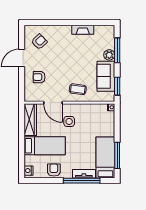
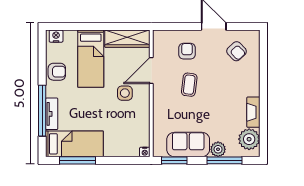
plant: (102, 33) -> (249, 139), added
coffee table: (78, 89) -> (189, 85), moved

